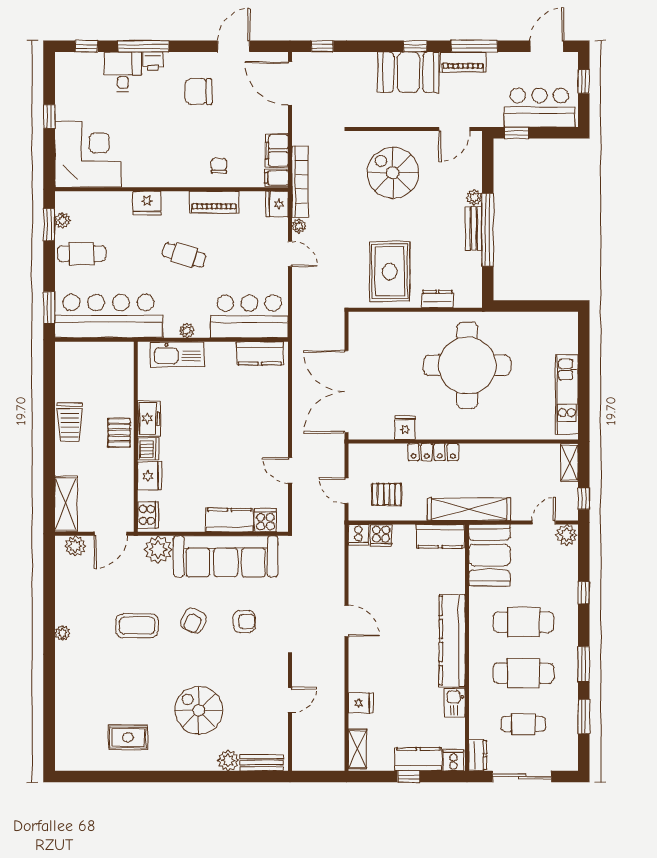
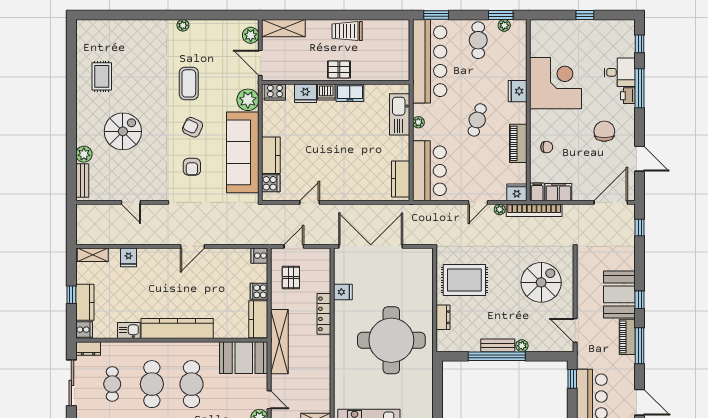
corner desk: (88, 154) -> (556, 83), moved, turned -90
cooker: (381, 535) -> (259, 291), moved

